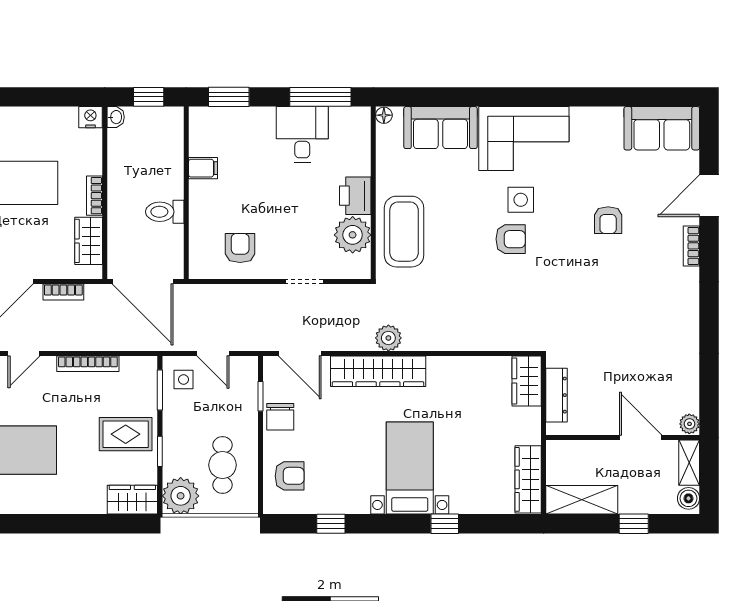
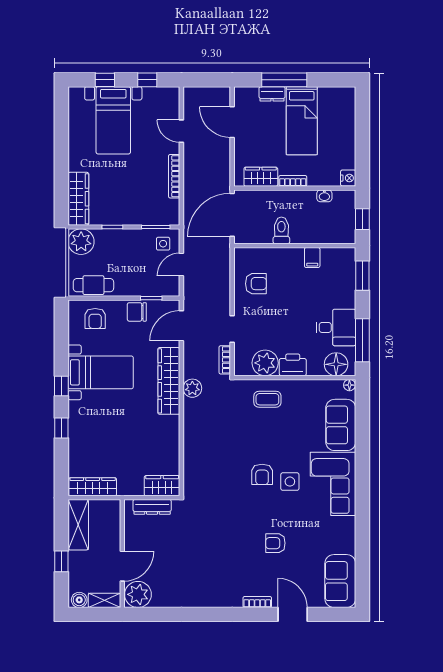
washbasin: (116, 117) -> (324, 196), moved
floor lamp: (354, 134) -> (336, 364), added
coffee table: (404, 232) -> (267, 399), width x0.54, depth x0.58
bookcase: (63, 292) -> (225, 360), moved
plant: (689, 424) -> (138, 594), width x1.88, depth x1.88
rug: (126, 434) -> (125, 203), removed
cafe table: (223, 465) -> (93, 285), moved
bed with nightstands: (410, 468) -> (101, 372), moved
wardrobe: (132, 500) -> (78, 199), width x1.50
window: (331, 524) -> (61, 386), moved

